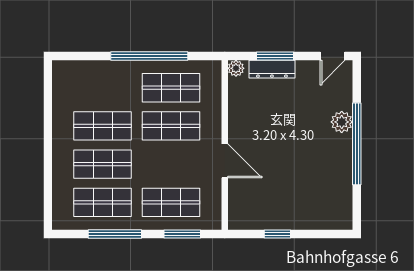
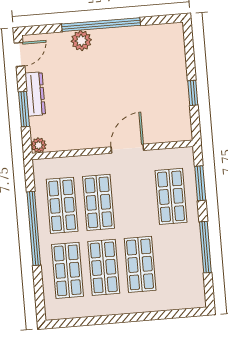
door: (332, 56) -> (19, 54), hinge flipped
dresser: (272, 69) -> (35, 94), moved
shop shelf: (103, 202) -> (67, 270), moved

